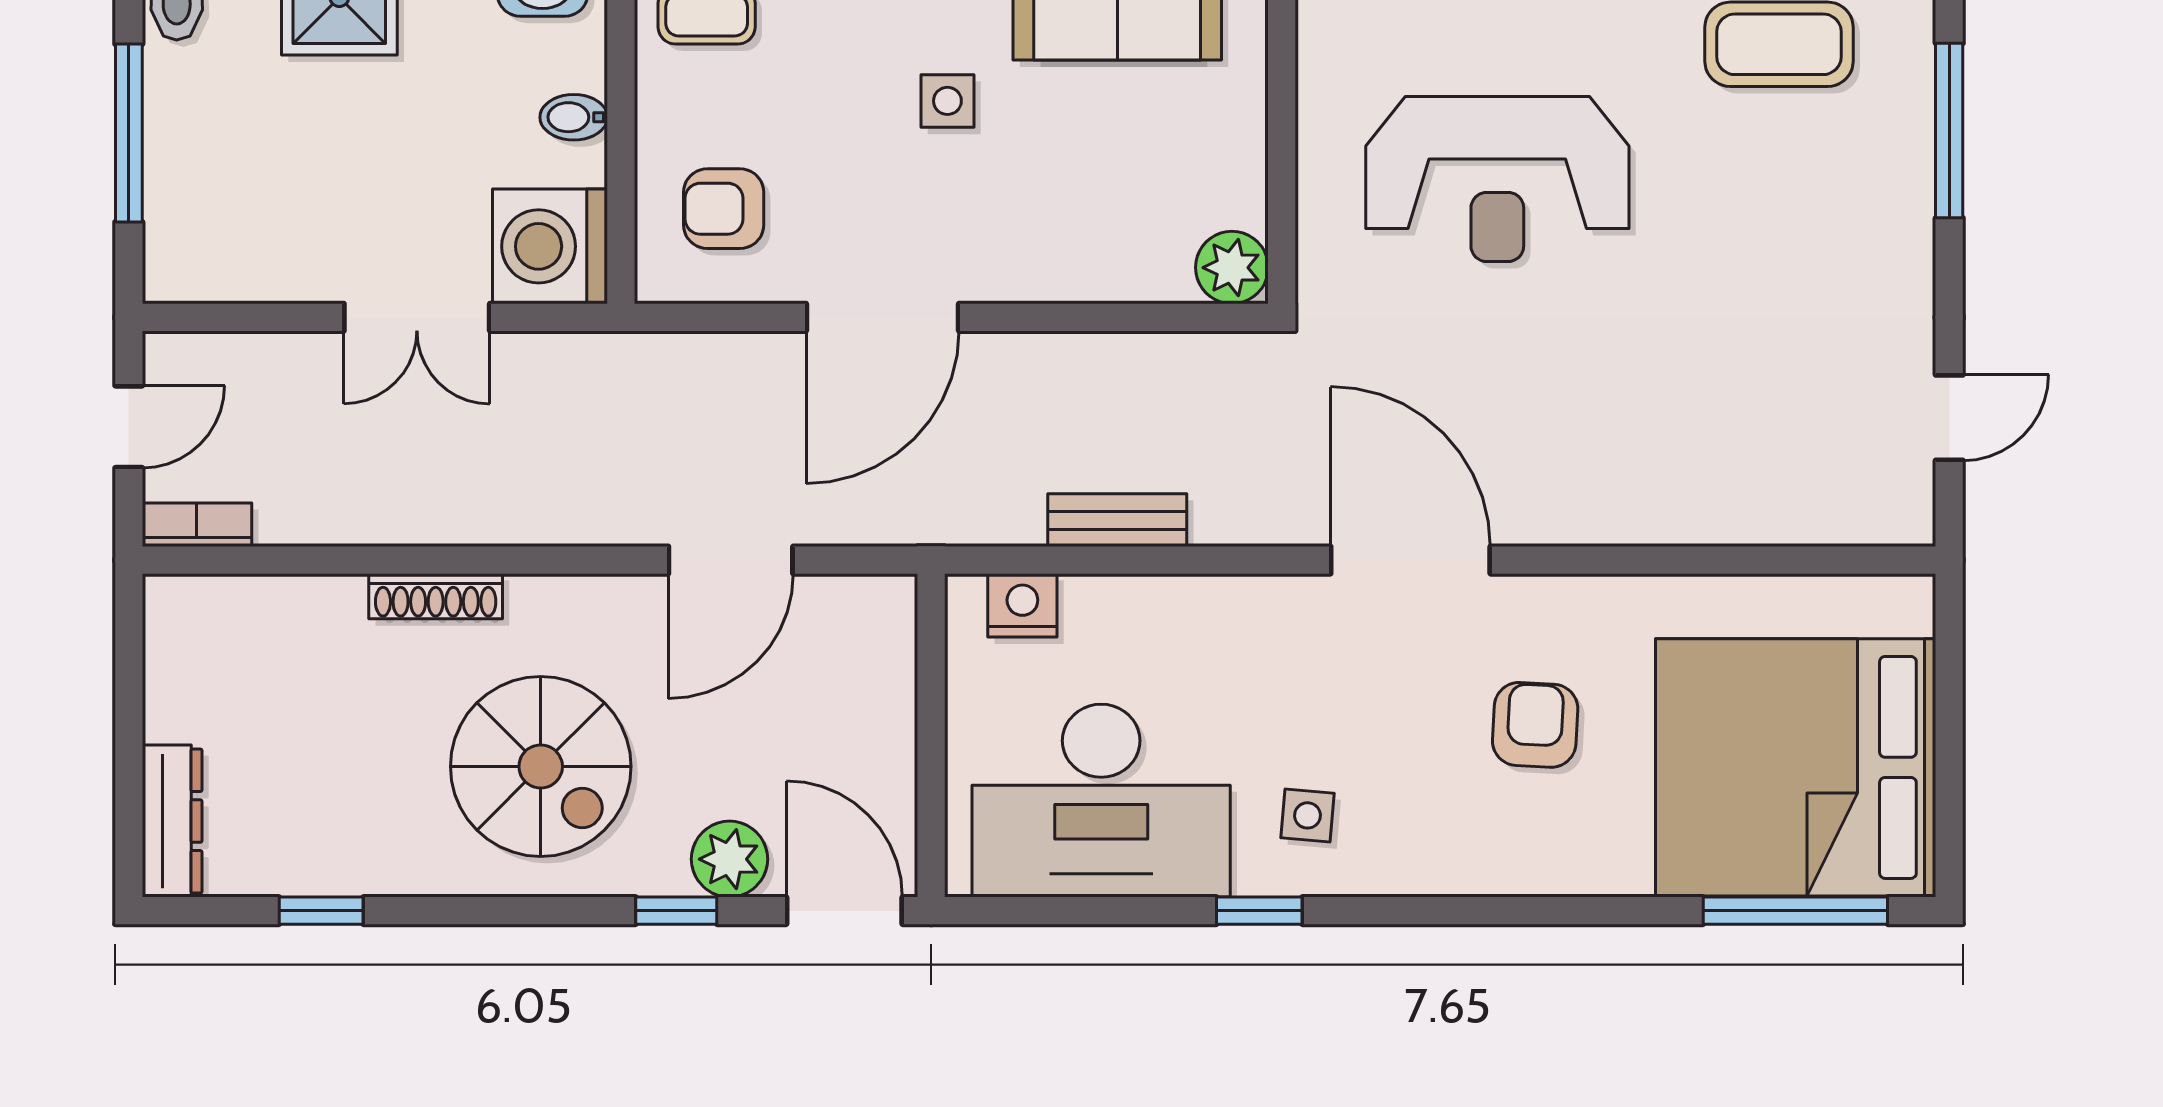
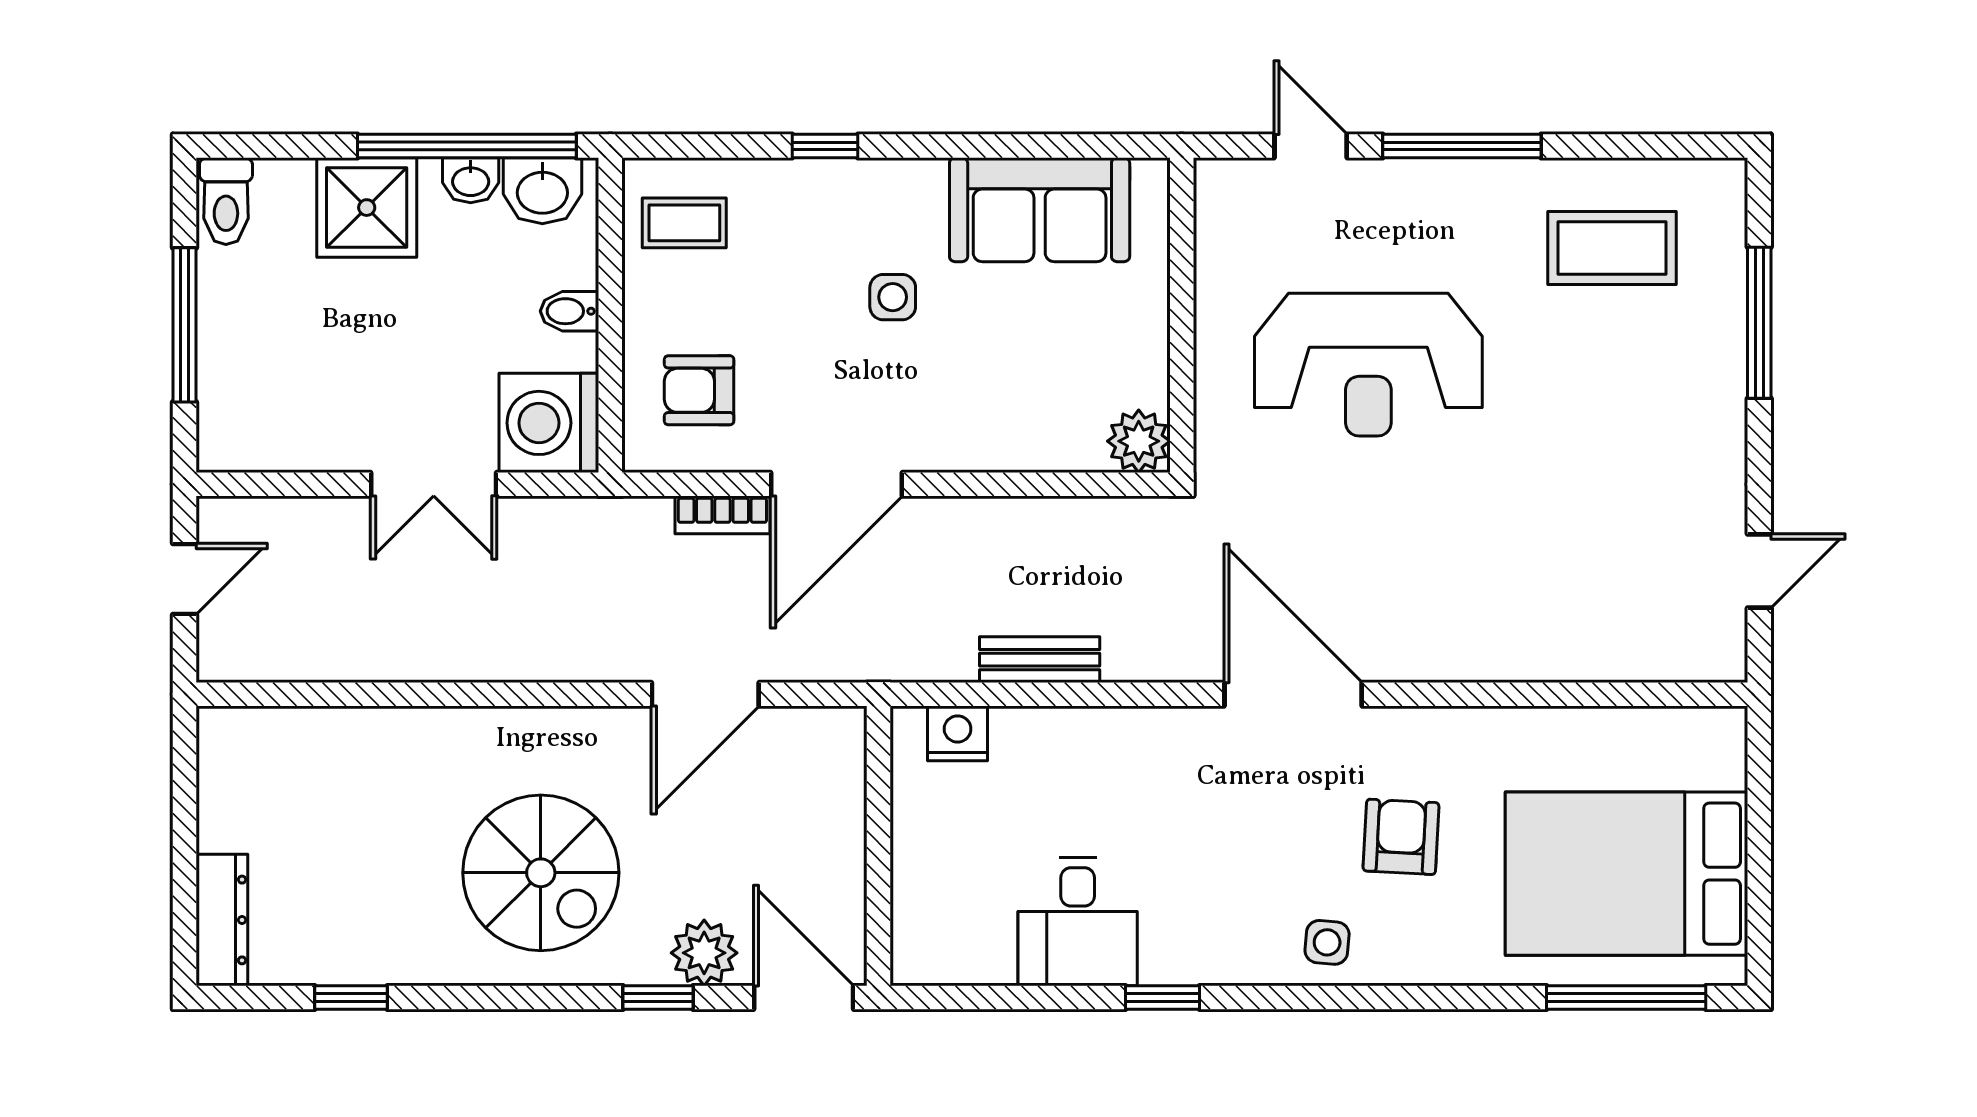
bookcase: (197, 525) -> (722, 515), moved, turned 180
shoe rack: (436, 596) -> (450, 726), removed
bed: (1796, 767) -> (1626, 874), width x0.73
desk: (1101, 801) -> (1078, 922), width x0.53, depth x0.77
side table: (1307, 815) -> (1327, 942), moved

